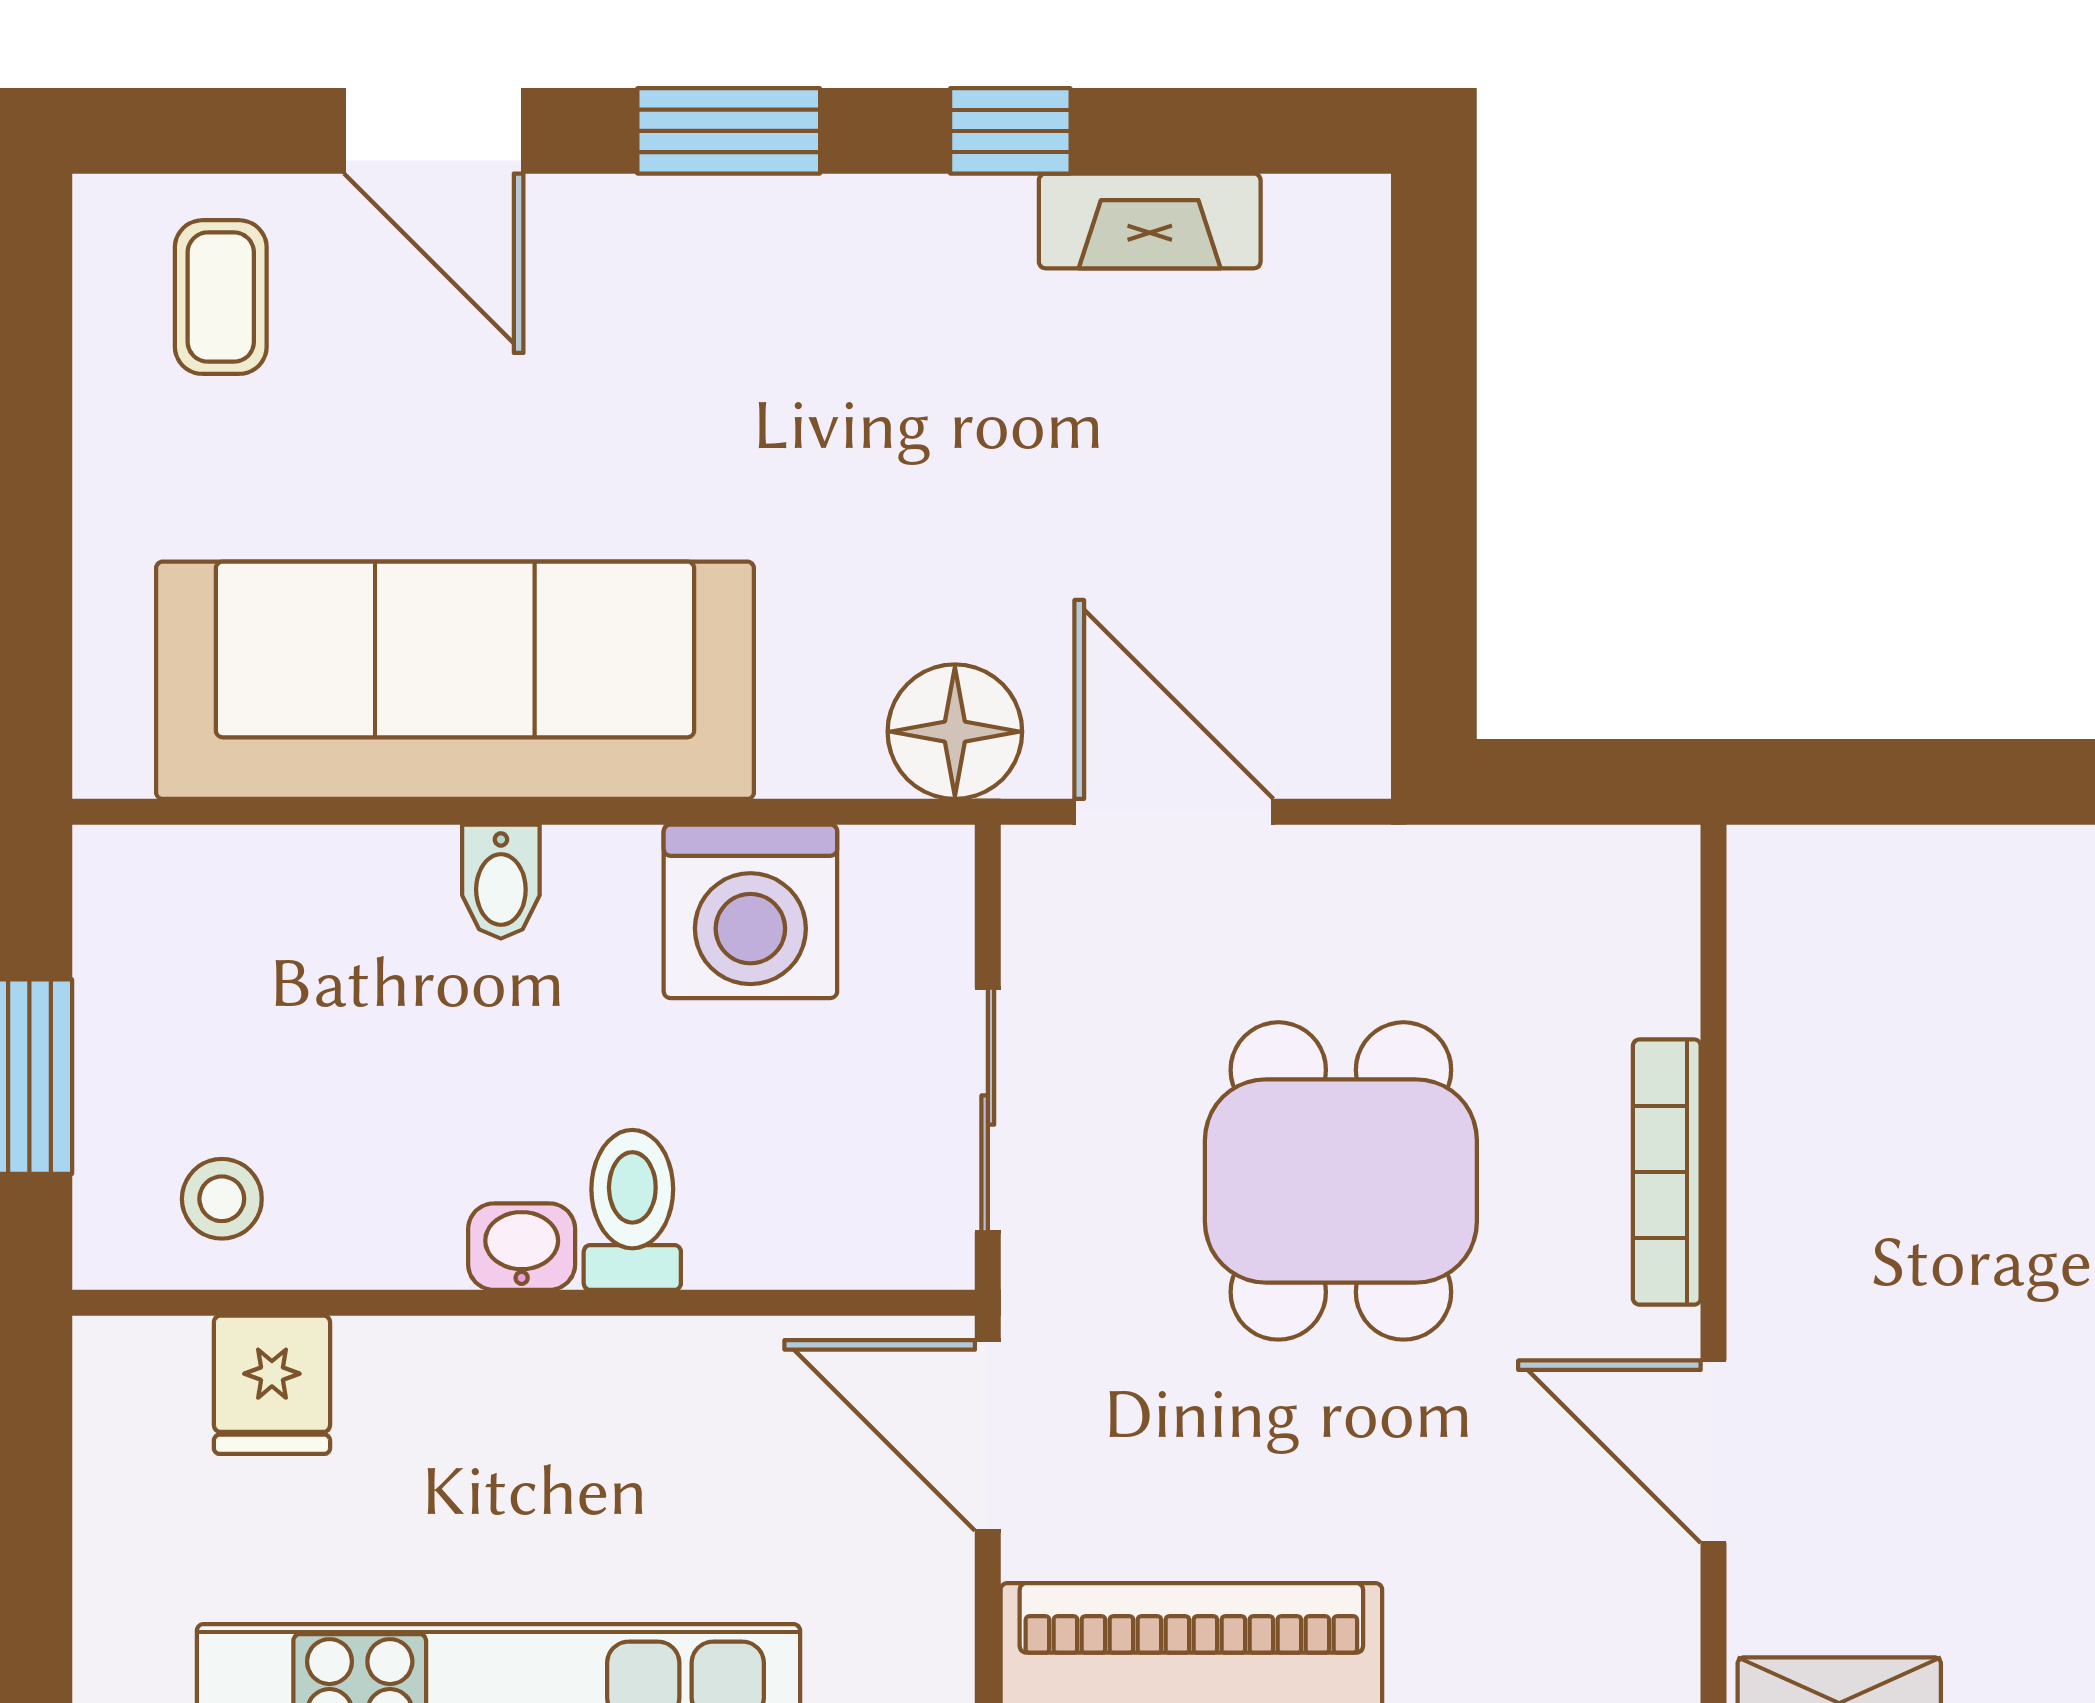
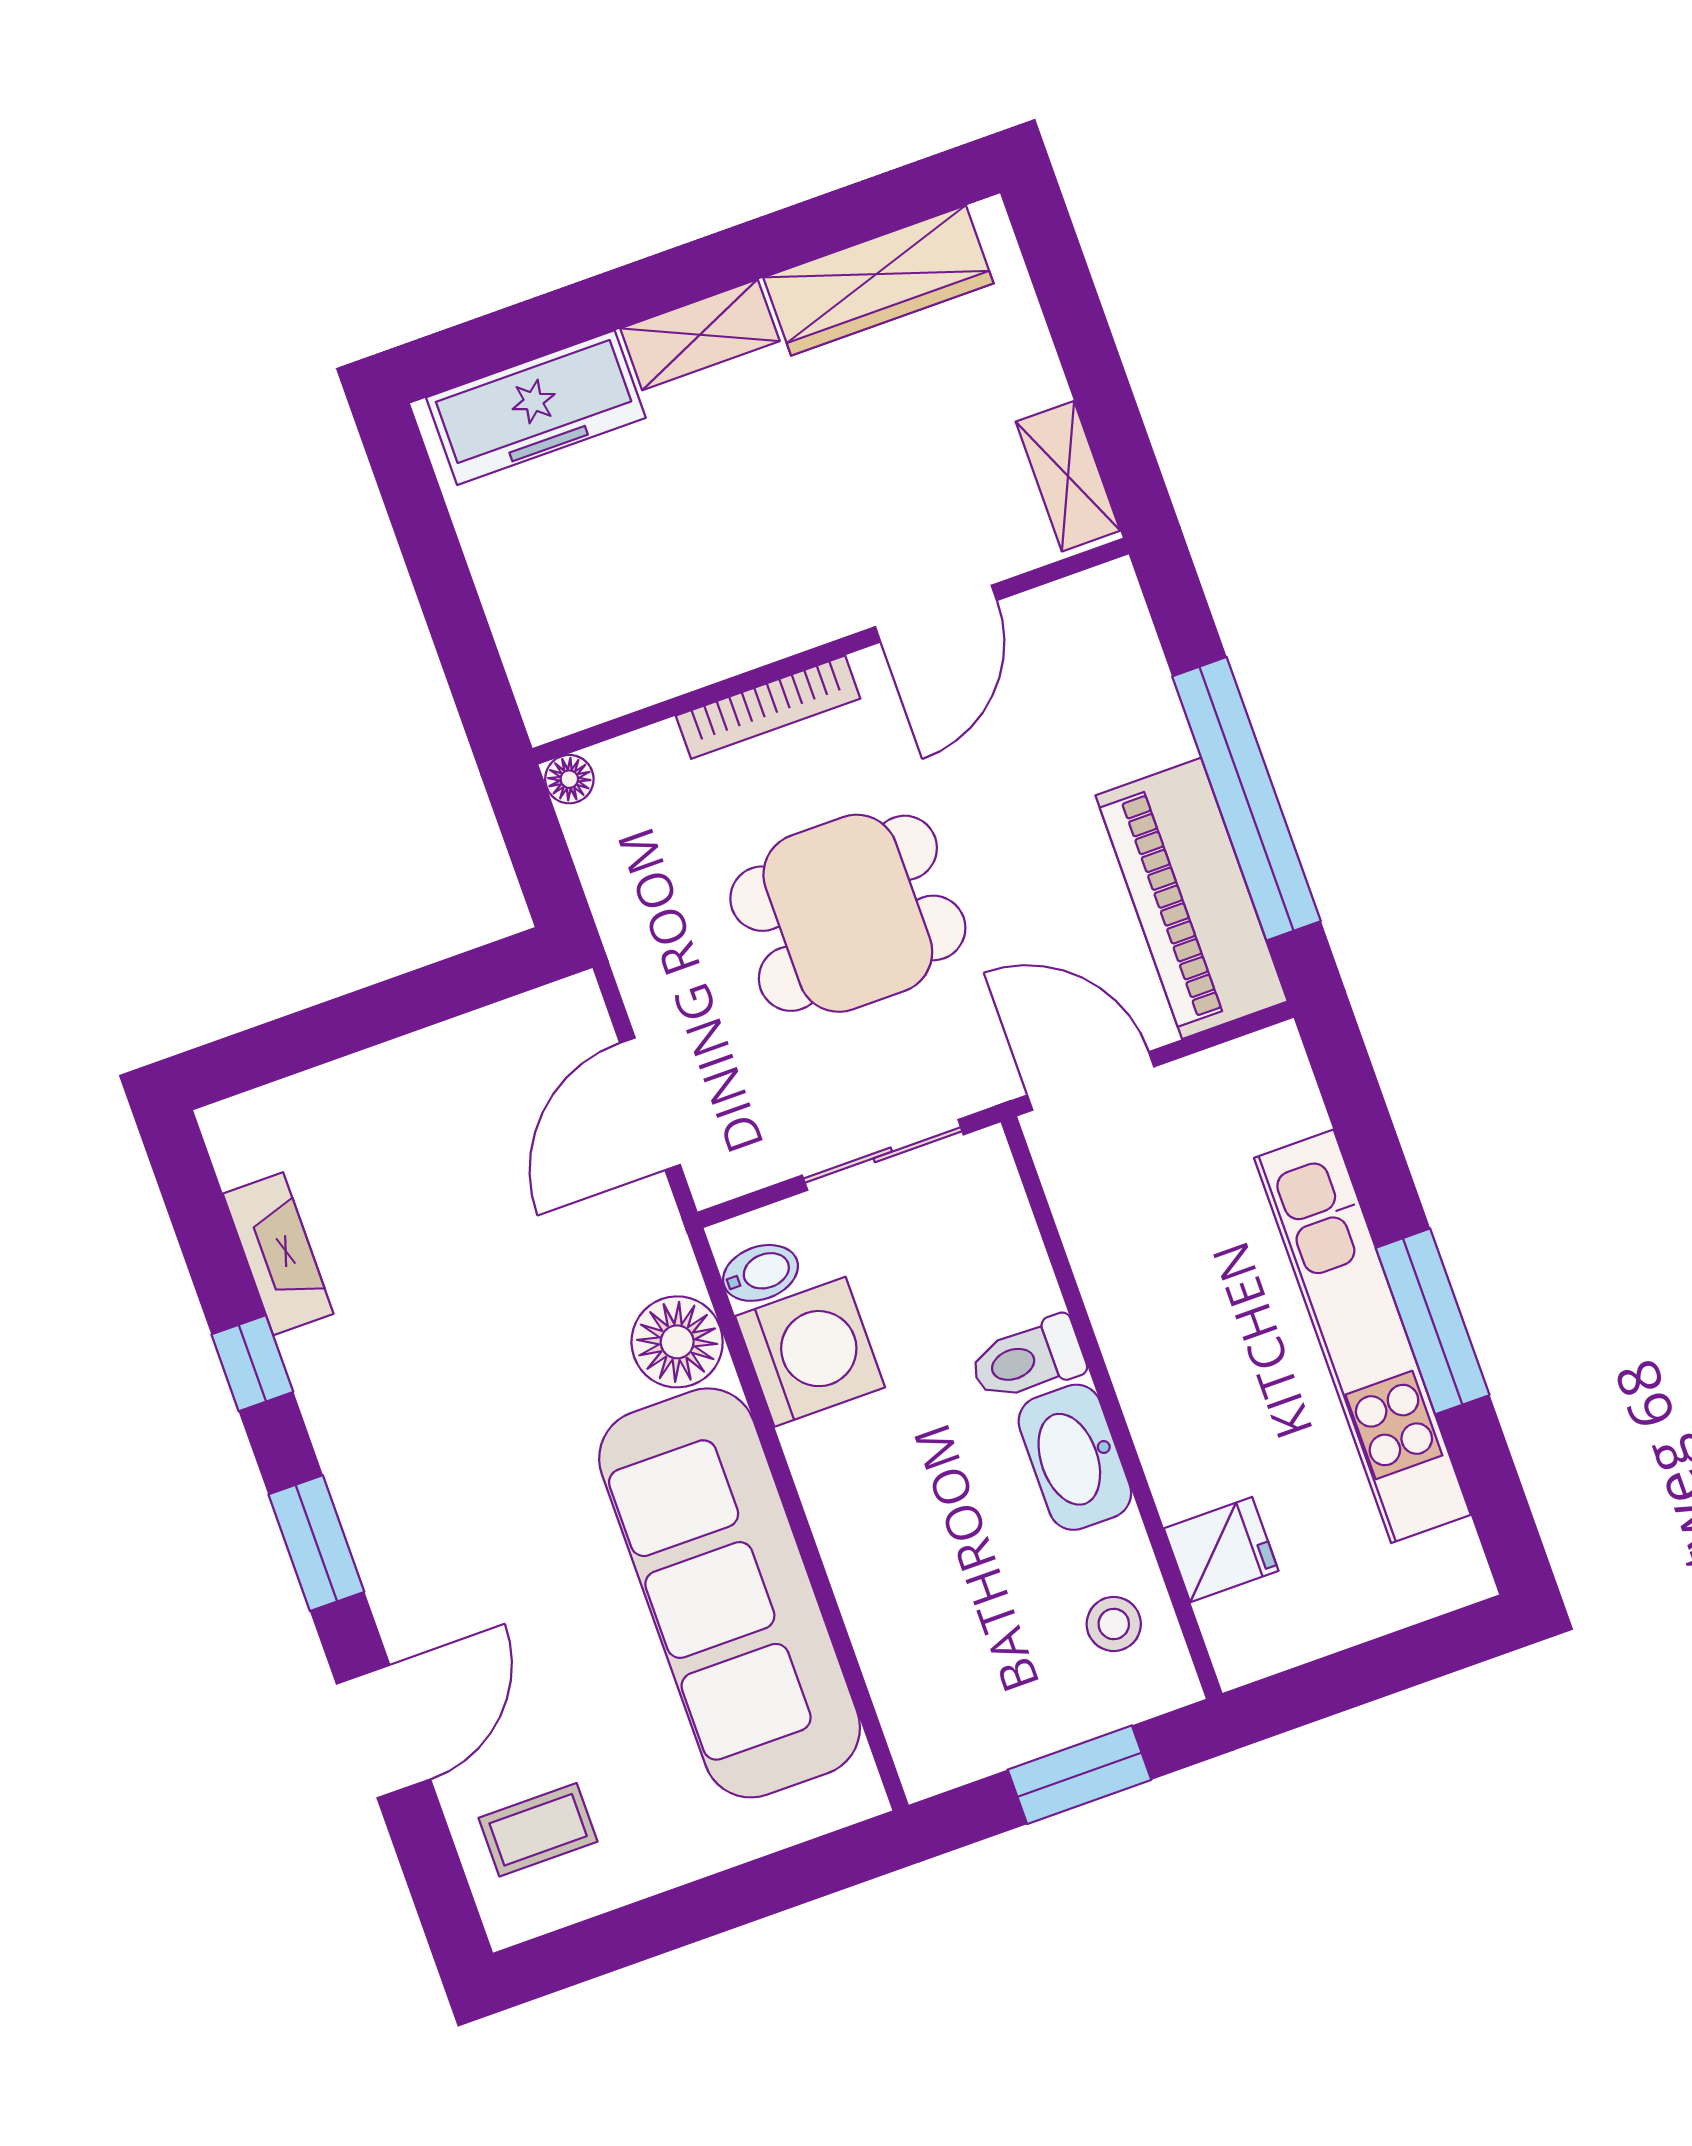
floor lamp: (955, 732) -> (677, 1342), moved
floor lamp: (1665, 860) -> (569, 779), added
bidet: (501, 882) -> (760, 1273), moved
washbasin: (522, 1247) -> (1075, 1457), width x1.91, depth x1.45
door: (988, 1435) -> (1091, 1081), swing flipped

